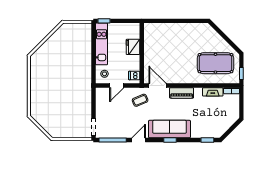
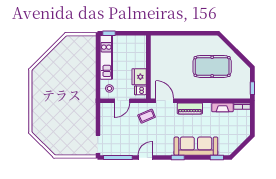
fridge: (133, 47) -> (139, 77), moved
pool table: (215, 63) -> (212, 66), moved
sofa: (169, 129) -> (196, 146), moved

